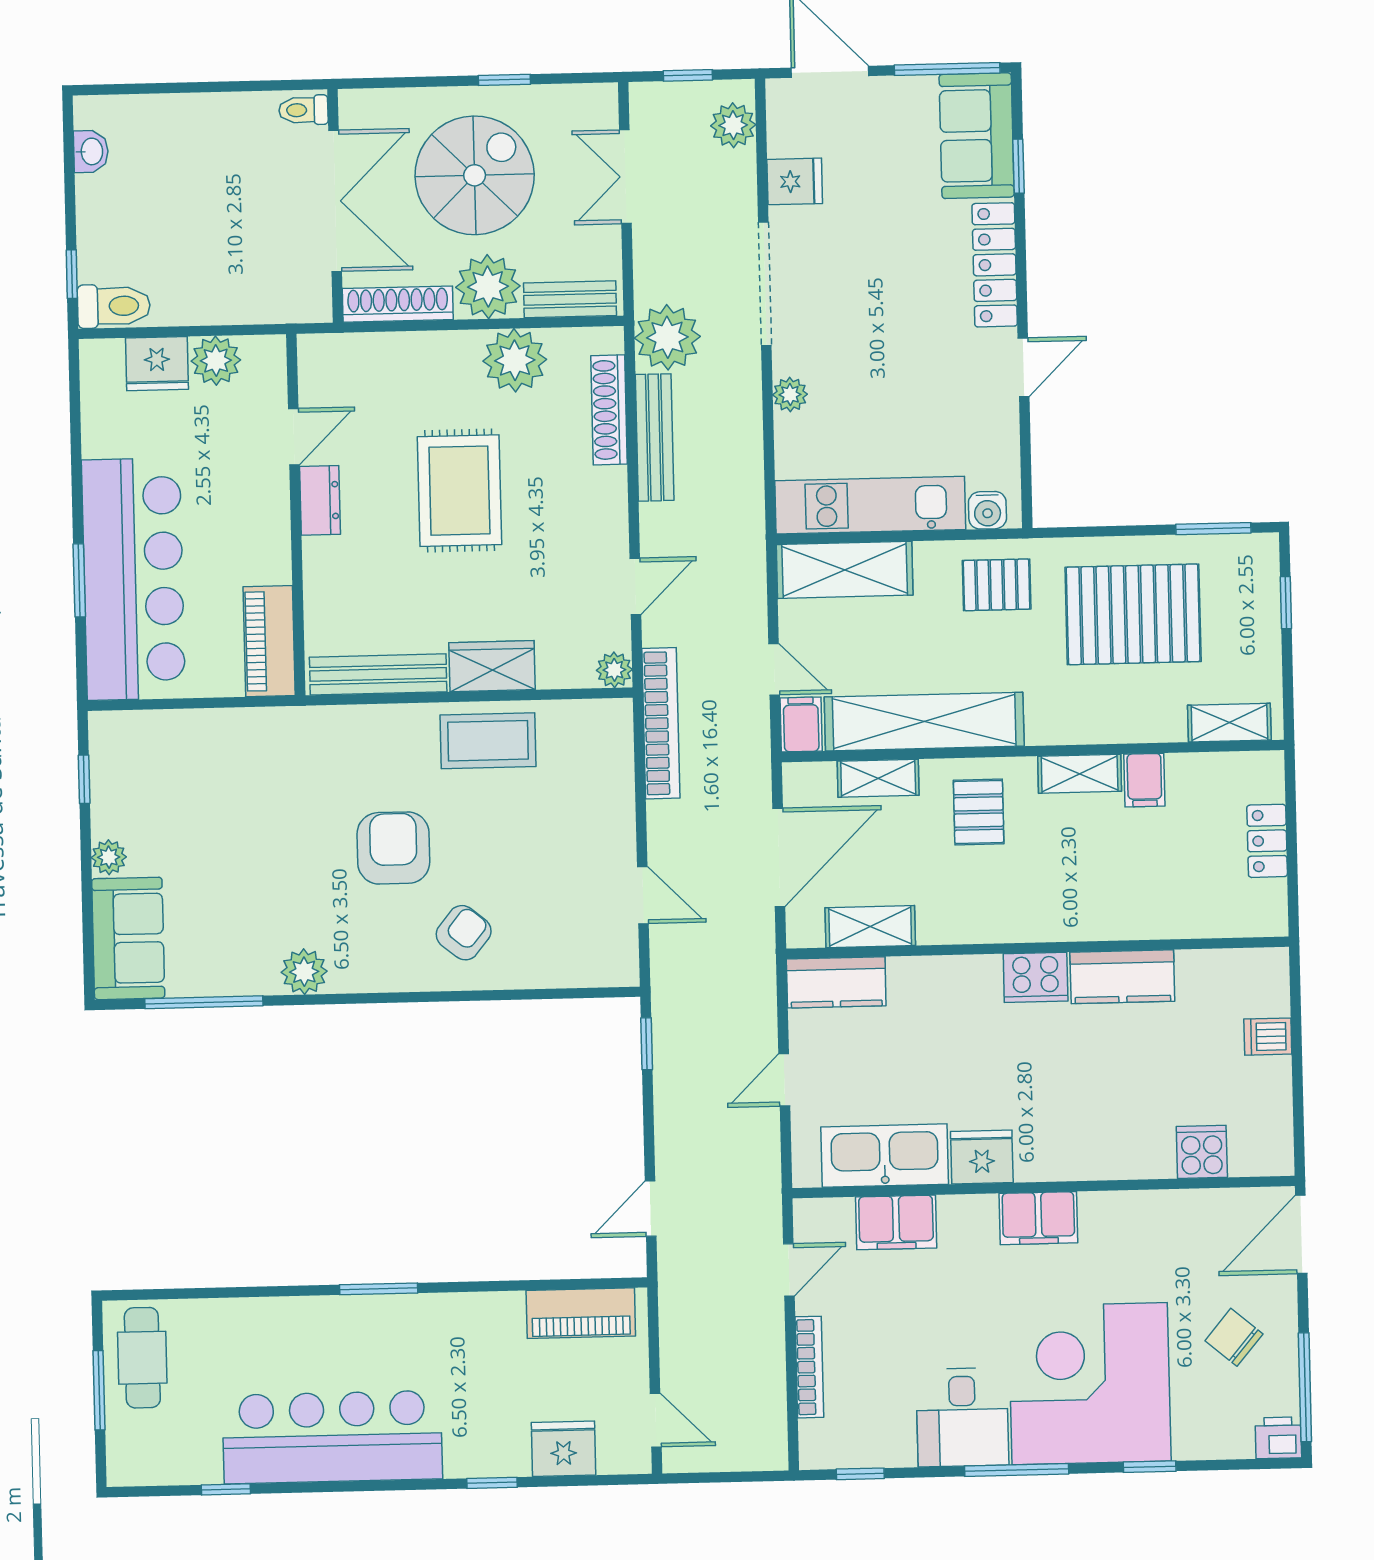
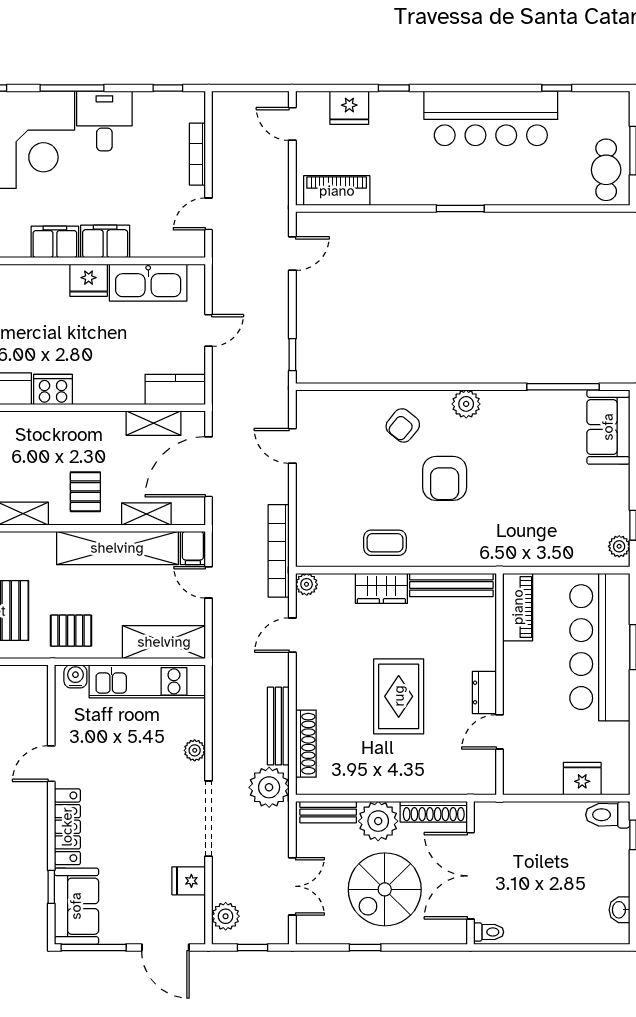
plant: (515, 360) -> (363, 775), removed
plant: (216, 361) -> (546, 780), removed
coffee table: (488, 741) -> (385, 543), width x0.73, depth x0.77
plant: (109, 857) -> (619, 546), moved
plant: (304, 972) -> (466, 404), moved
filing cabinet: (896, 1222) -> (105, 241), moved

